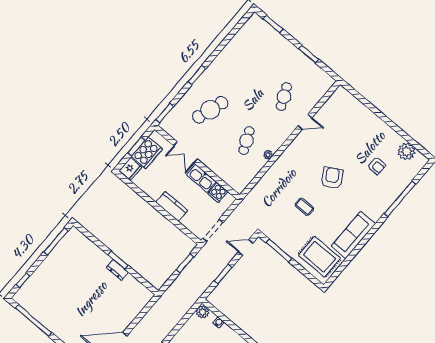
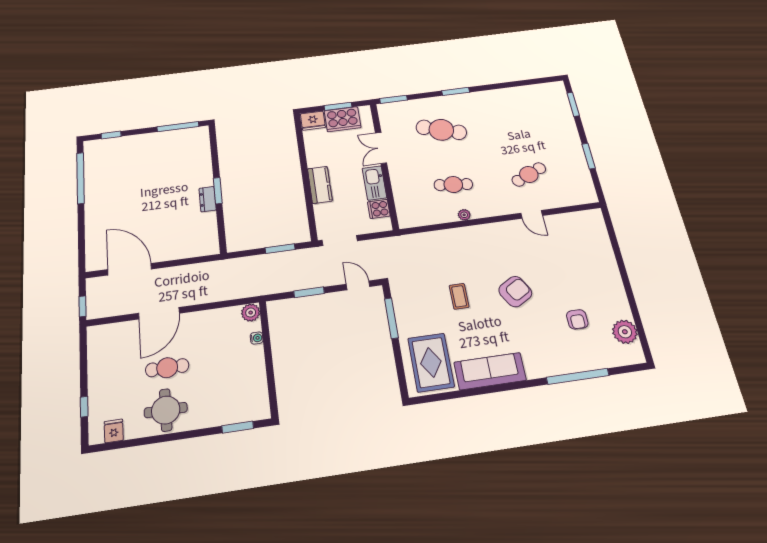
cafe table: (247, 141) -> (453, 185), turned 30

